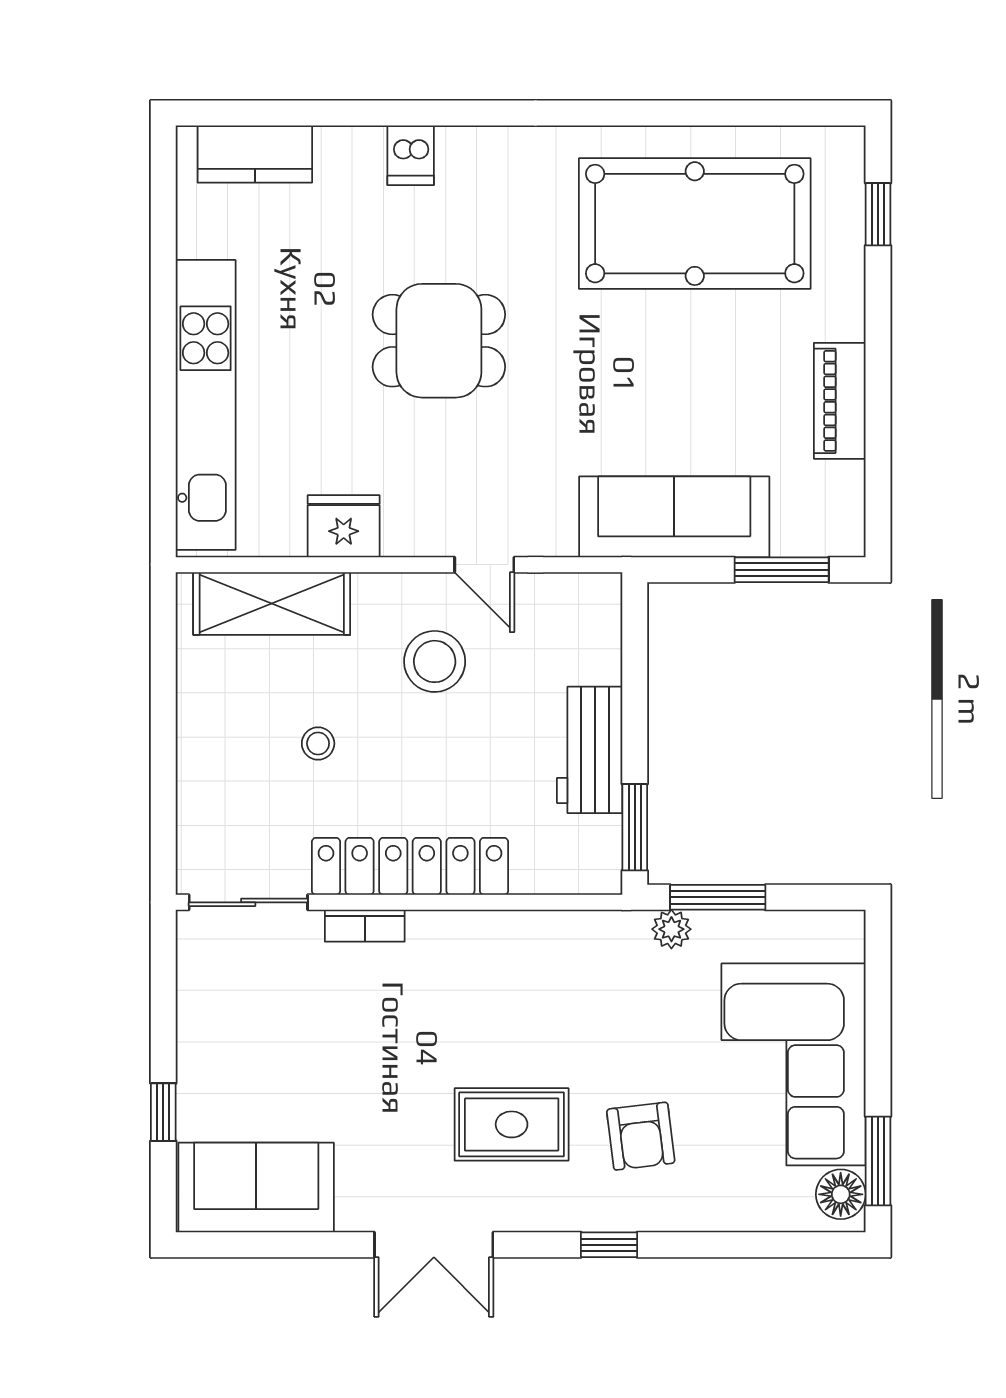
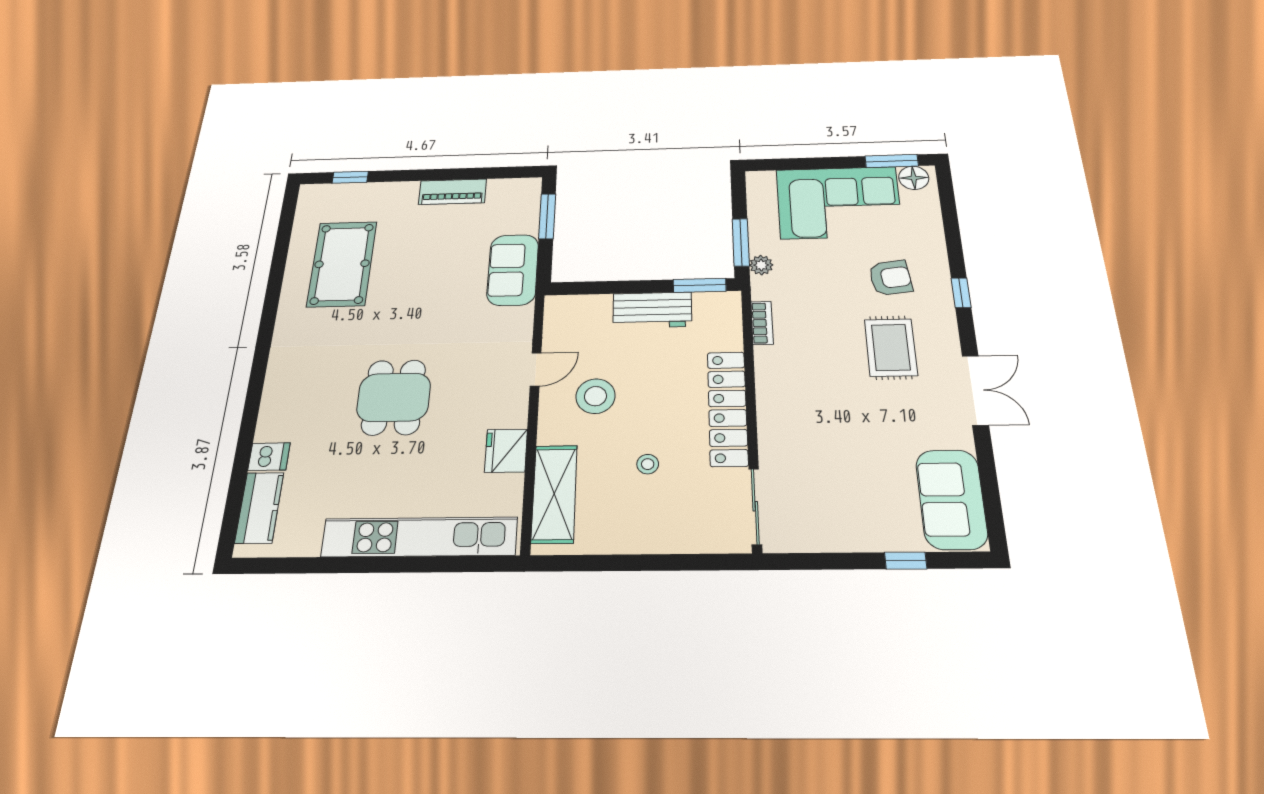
dishwasher: (411, 155) -> (269, 457), moved
pool table: (695, 224) -> (342, 264), width x0.73, depth x0.76
sofa: (674, 517) -> (513, 270), width x0.73
bookcase: (365, 926) -> (762, 323), moved

